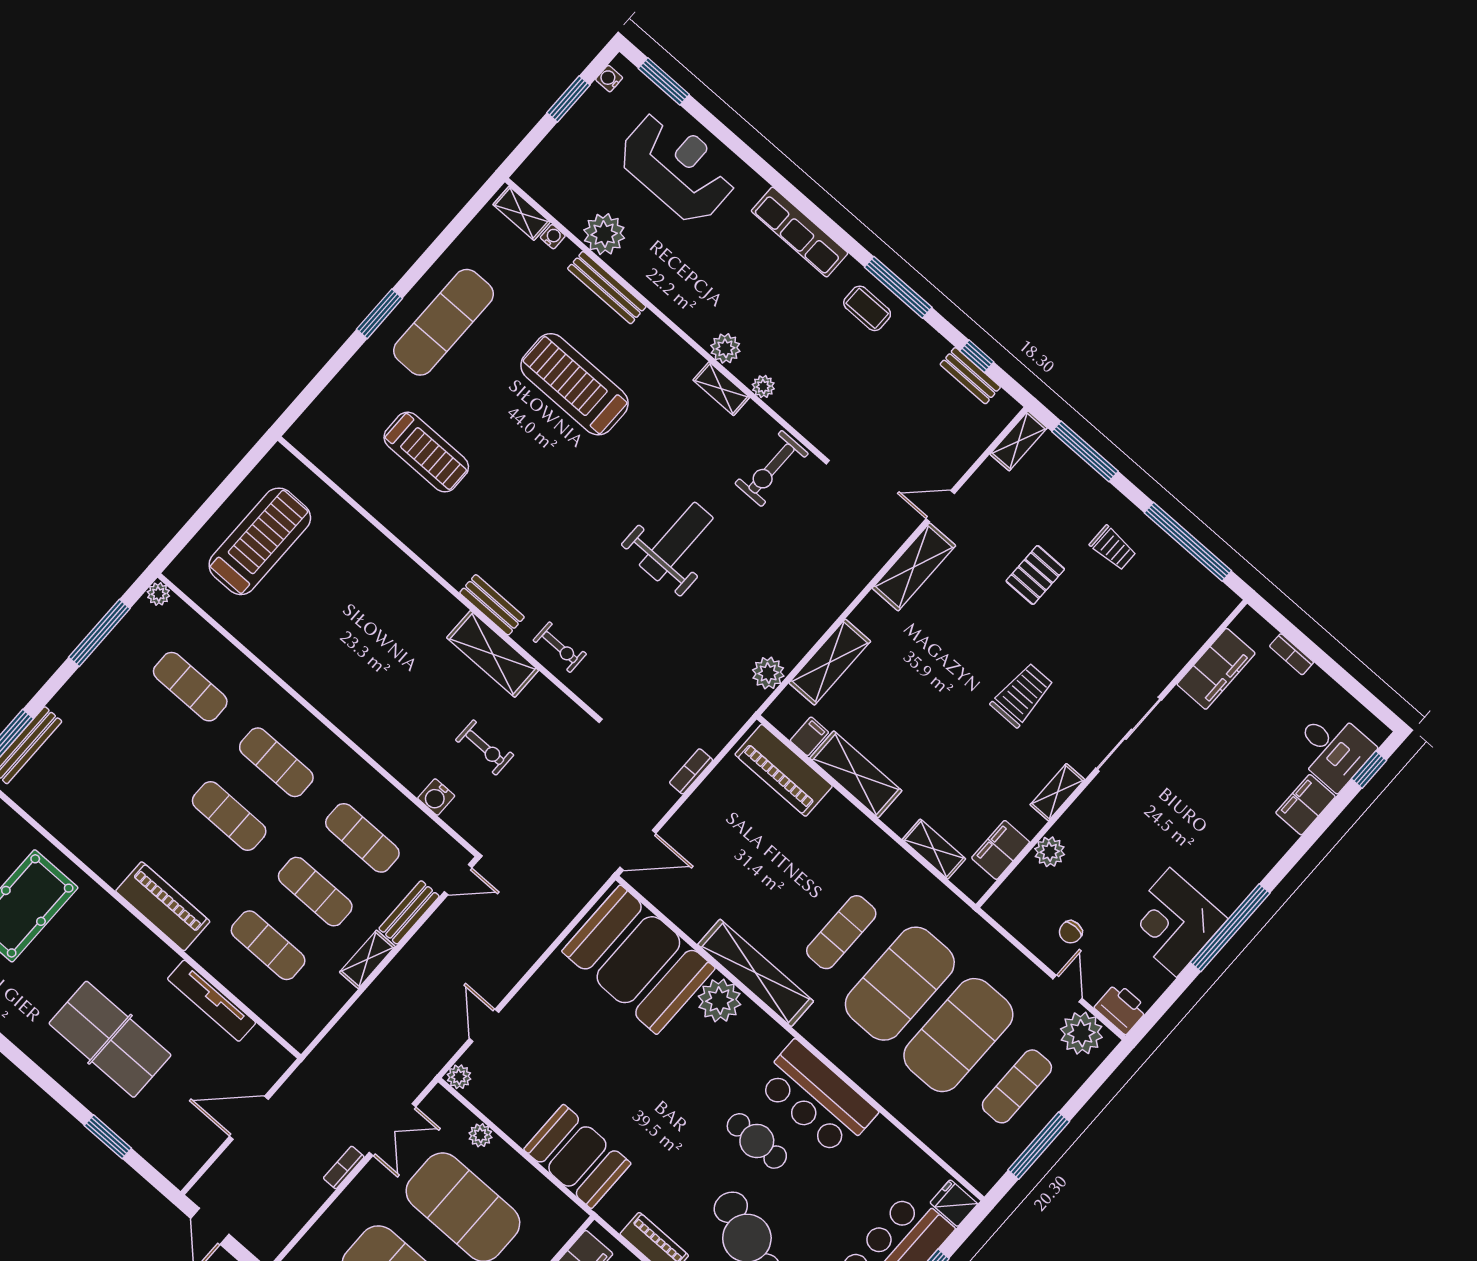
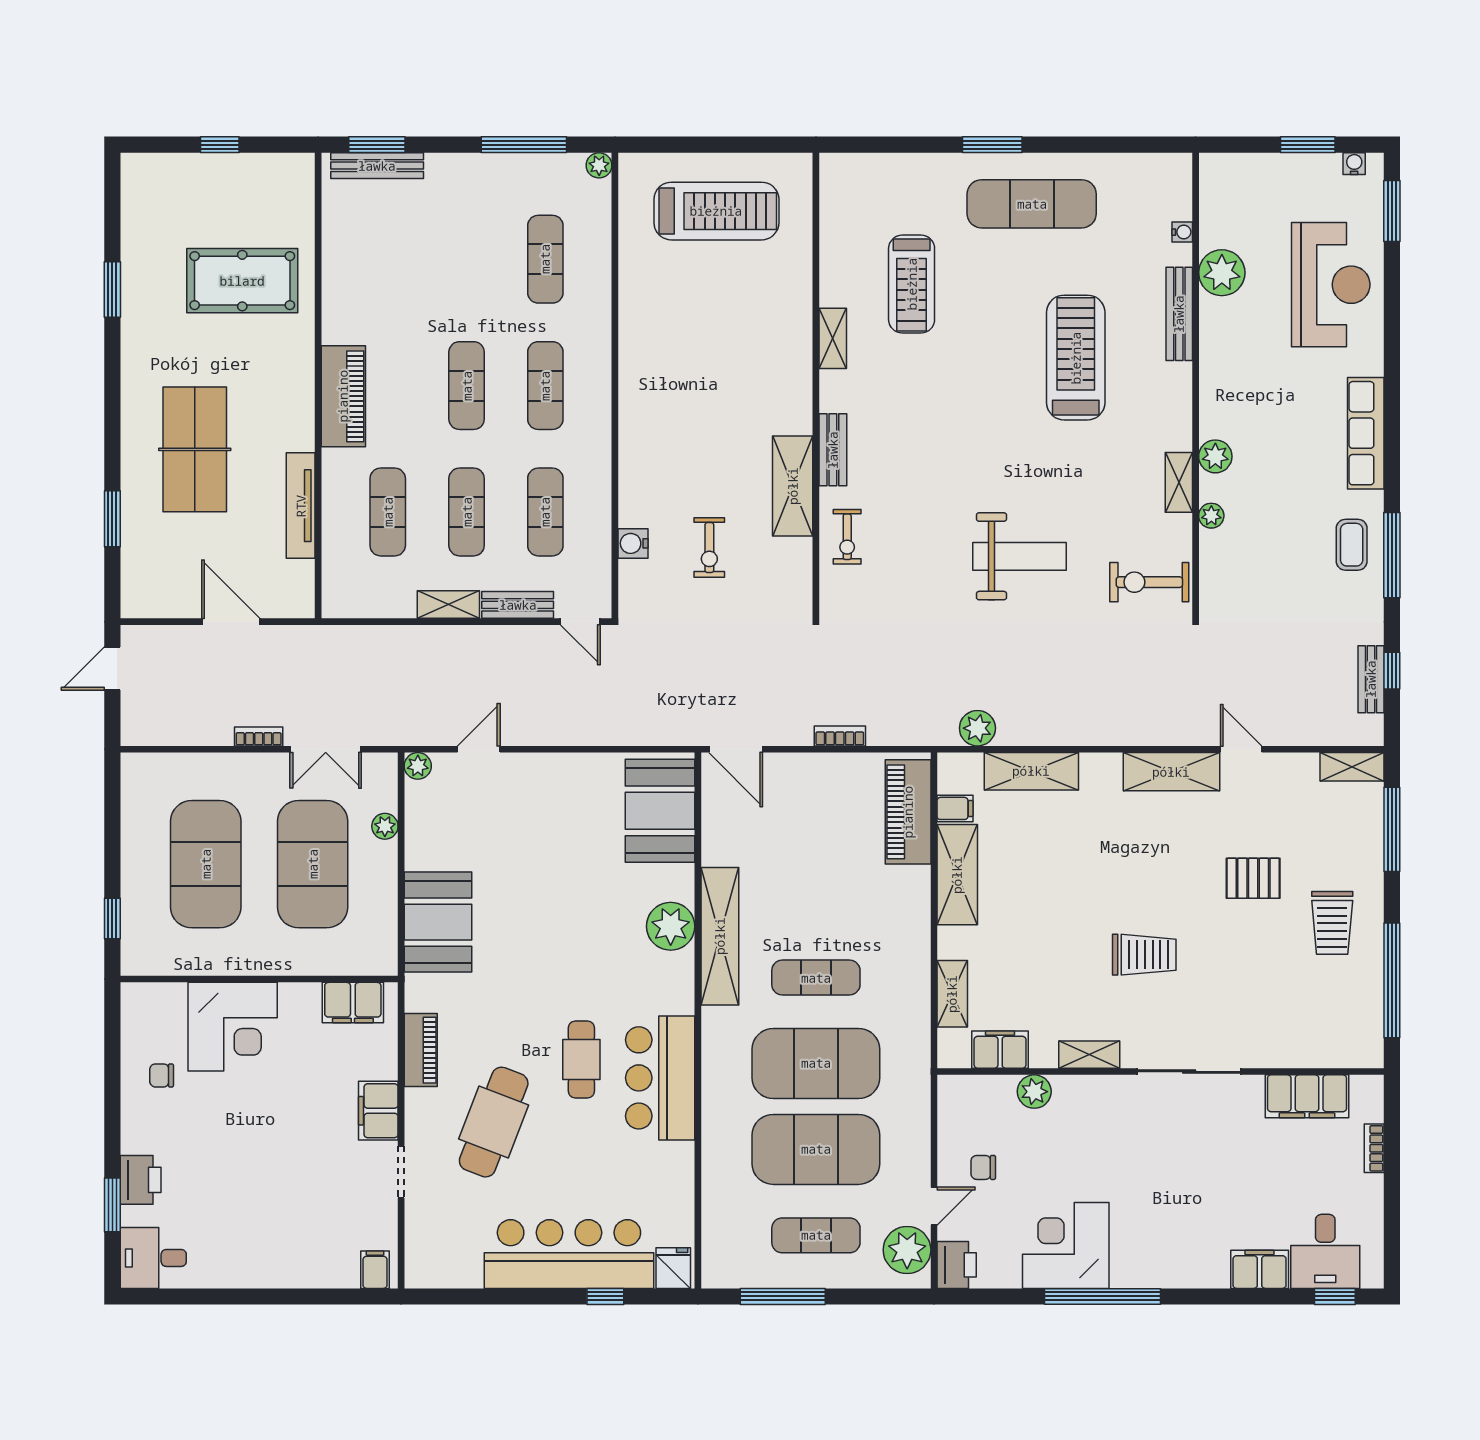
shelving: (521, 213) -> (833, 338), moved
trolley: (1113, 548) -> (1332, 923), width x1.36, depth x1.39
booth: (638, 960) -> (660, 811), width x0.73, depth x0.70

